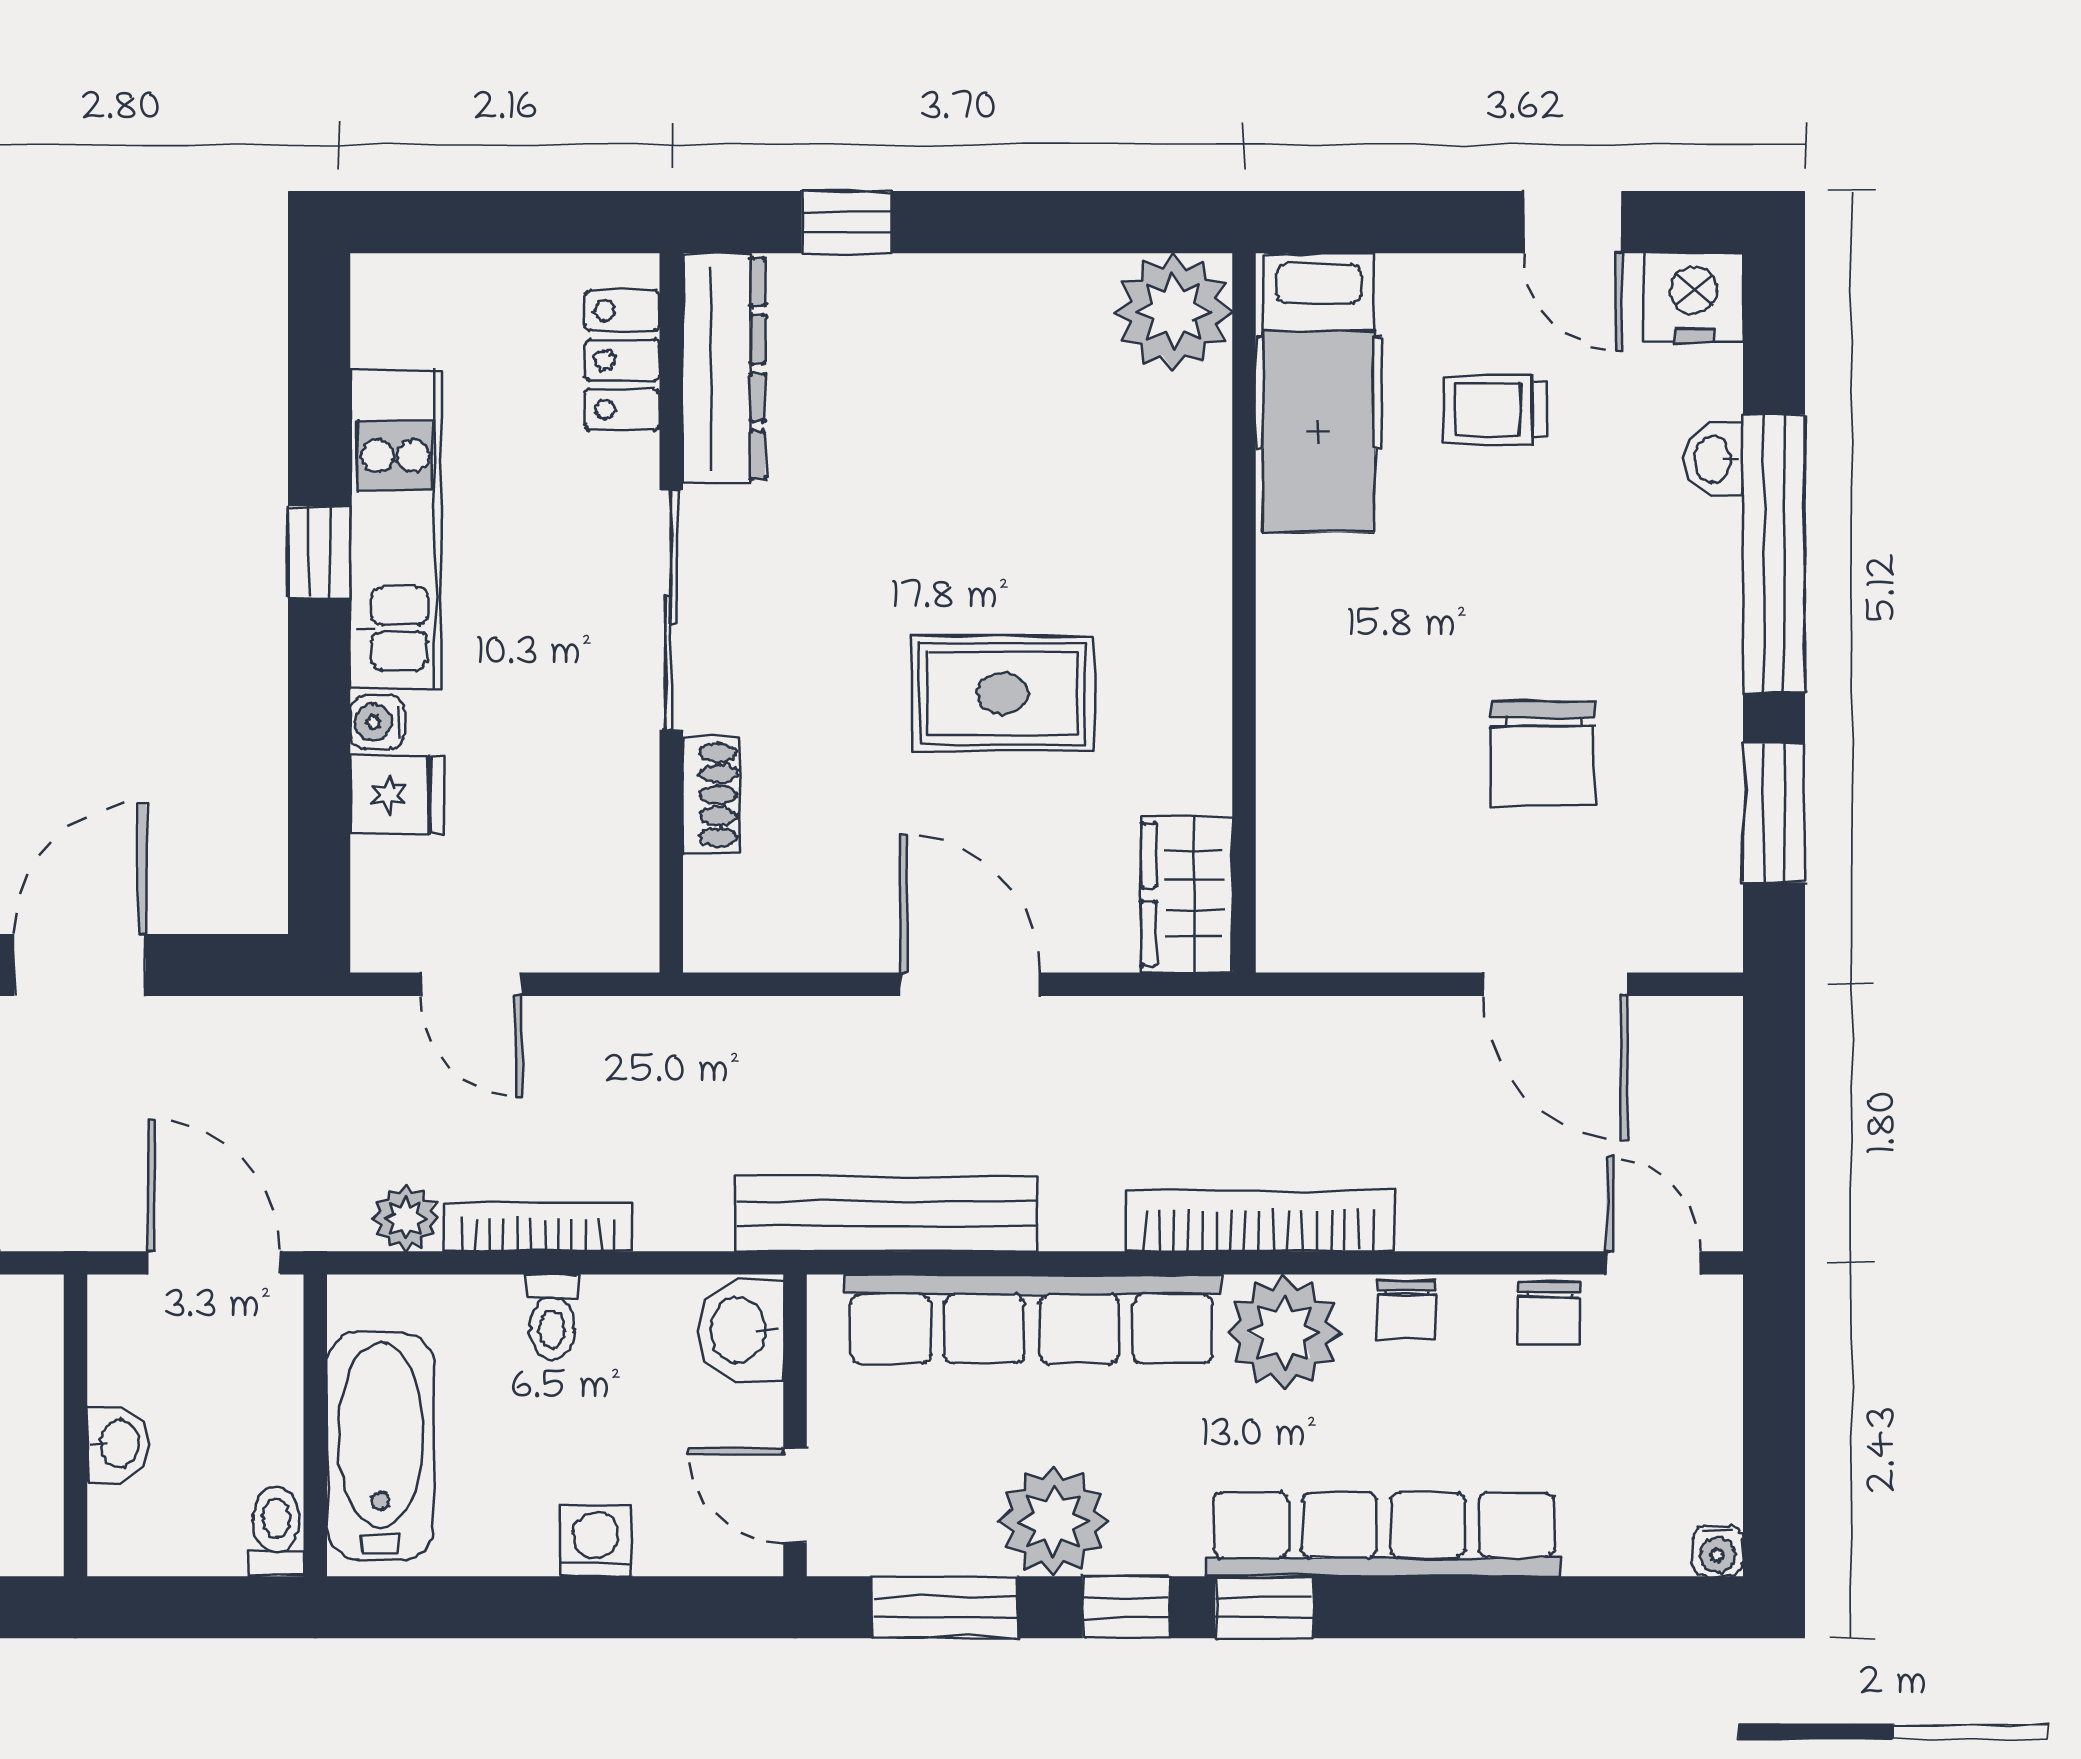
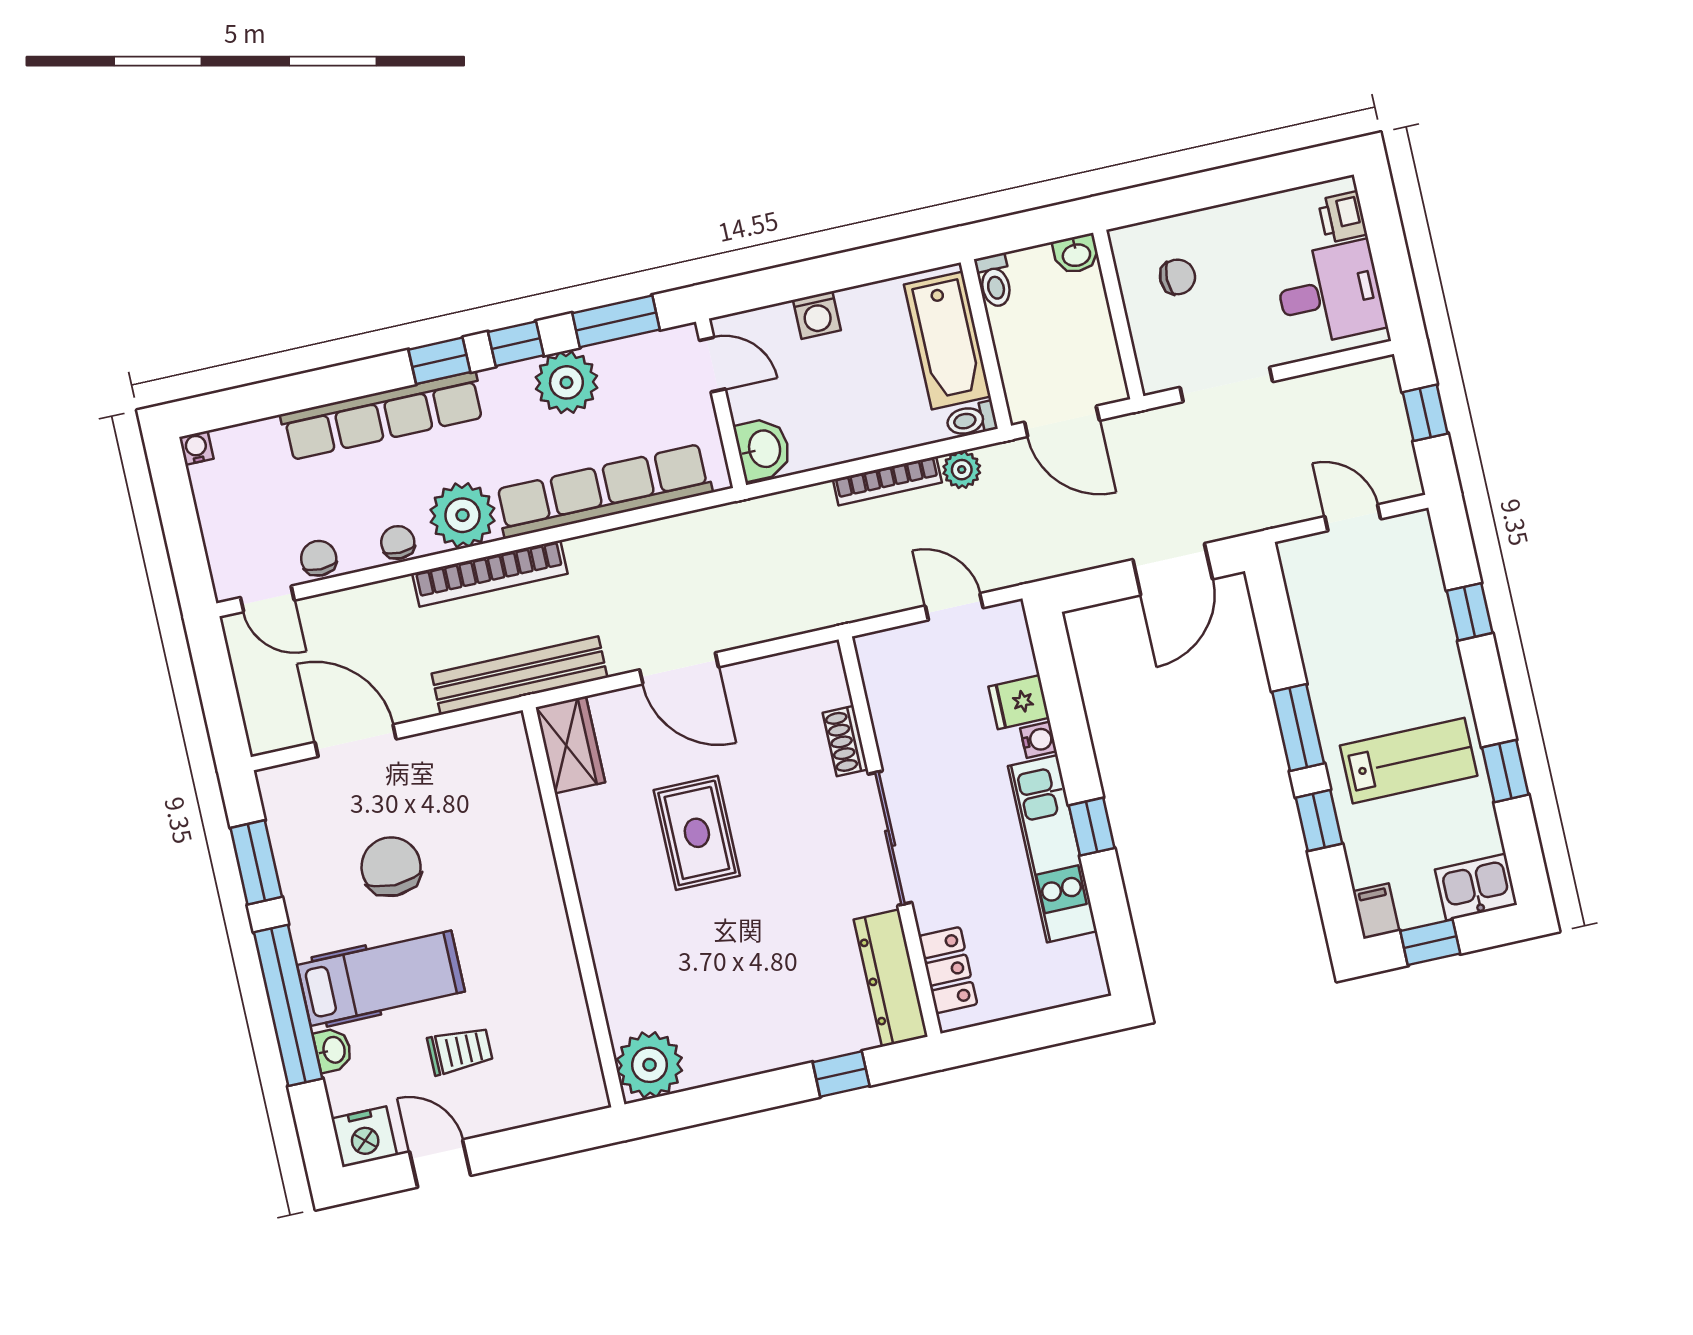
hospital bed: (1319, 393) -> (381, 978), moved, turned 90
rug: (1002, 694) -> (697, 833), turned 90
bench: (886, 1214) -> (520, 676), moved
toilet: (552, 1317) -> (971, 420), moved, turned -90
washbasin: (118, 1444) -> (1076, 254), moved, turned -90

